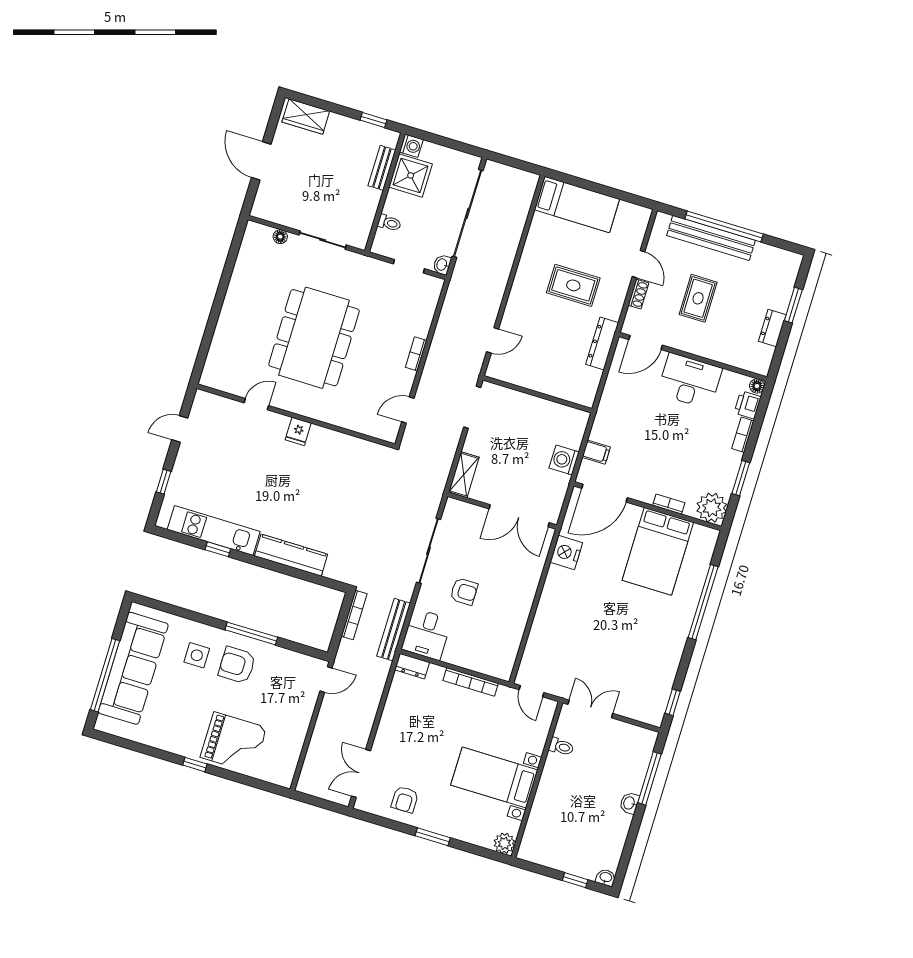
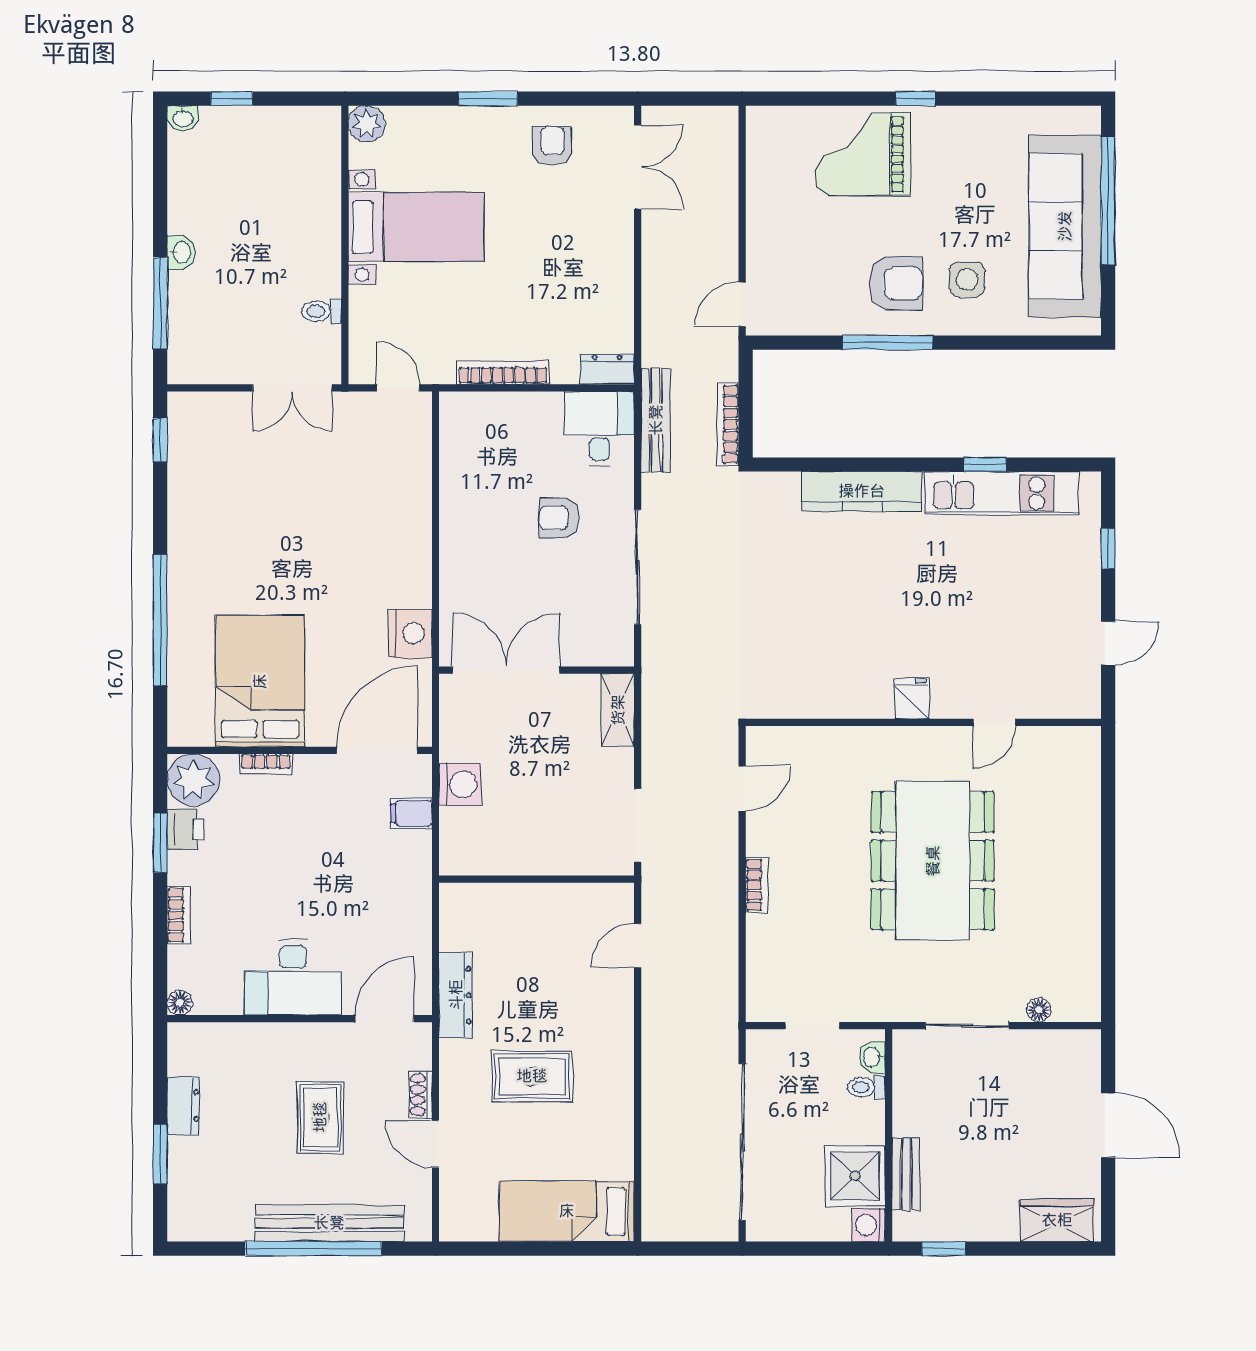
washbasin: (442, 265) -> (872, 1057), moved, turned 180
printer: (748, 405) -> (186, 829), moved

